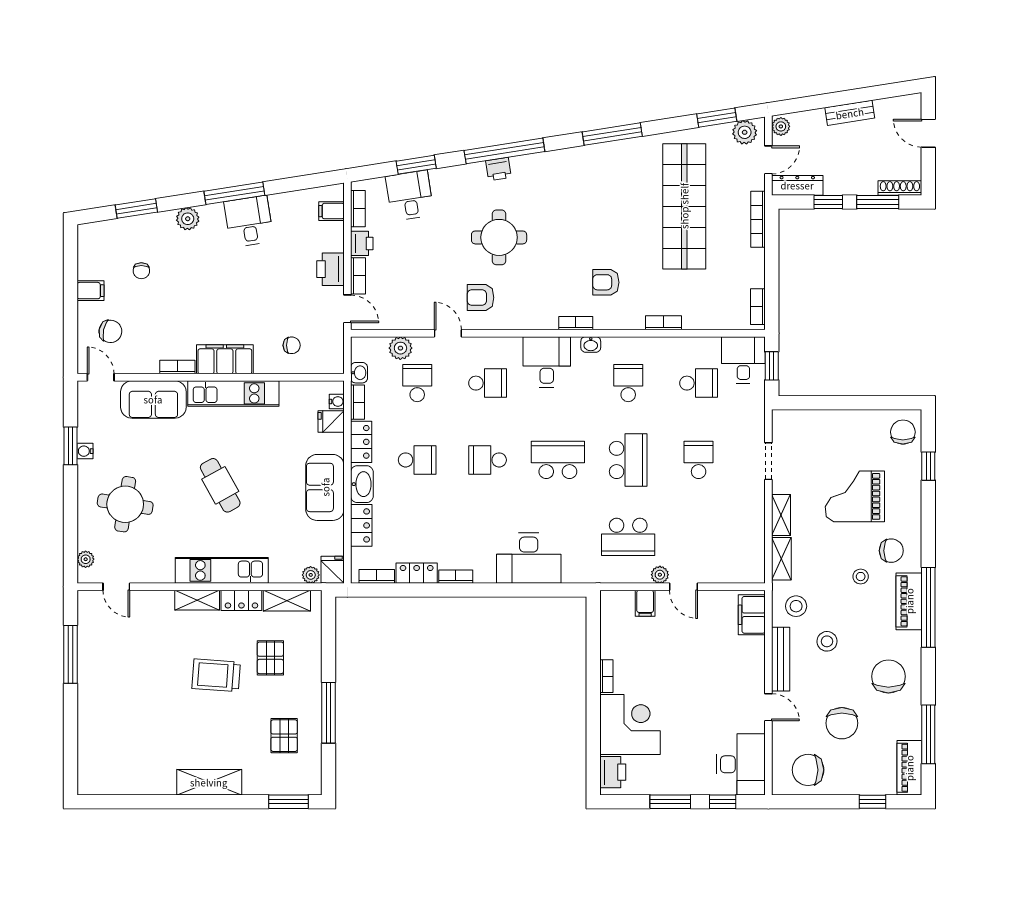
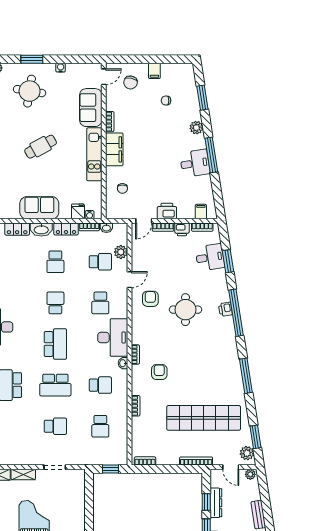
dresser: (797, 185) -> (216, 503), moved
desk: (743, 360) -> (114, 452), removed
desk: (547, 362) -> (113, 338), width x1.37
window: (71, 446) -> (32, 59), moved

